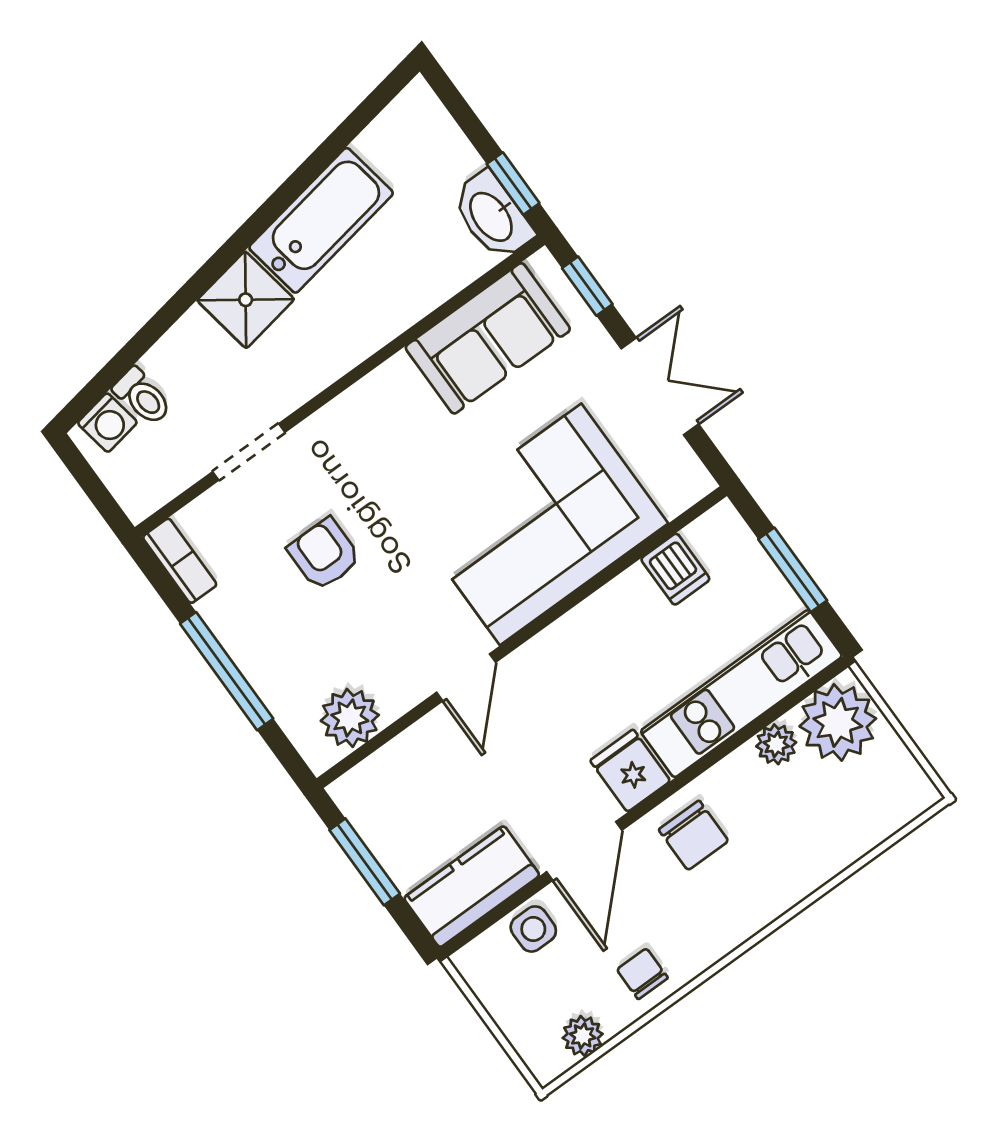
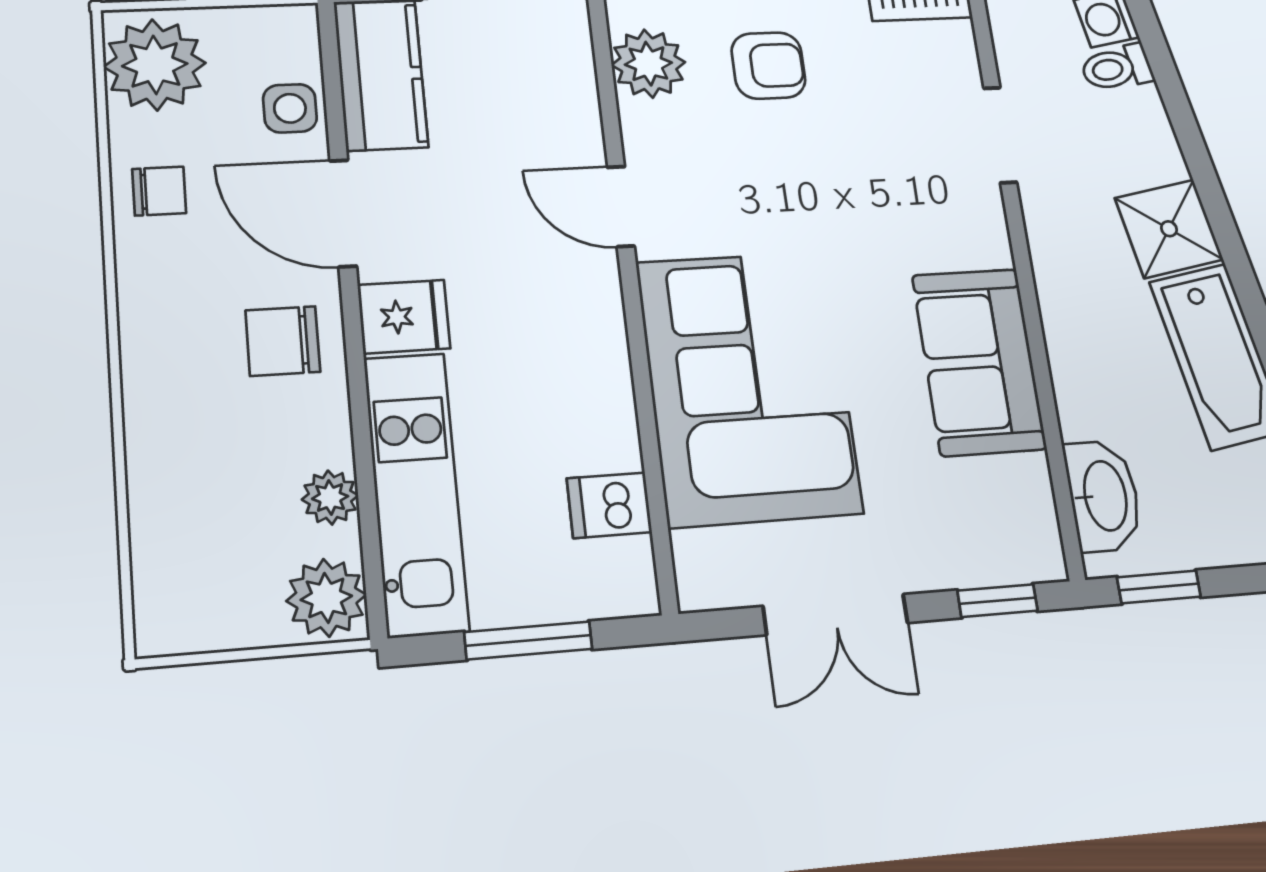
washbasin: (492, 216) -> (1103, 496), moved, turned 90
sofa: (488, 338) -> (979, 362), moved
armchair: (324, 554) -> (768, 66), moved
plant: (838, 722) -> (326, 598), width x0.73, depth x0.73
plant: (583, 1036) -> (155, 65), width x1.87, depth x1.87

